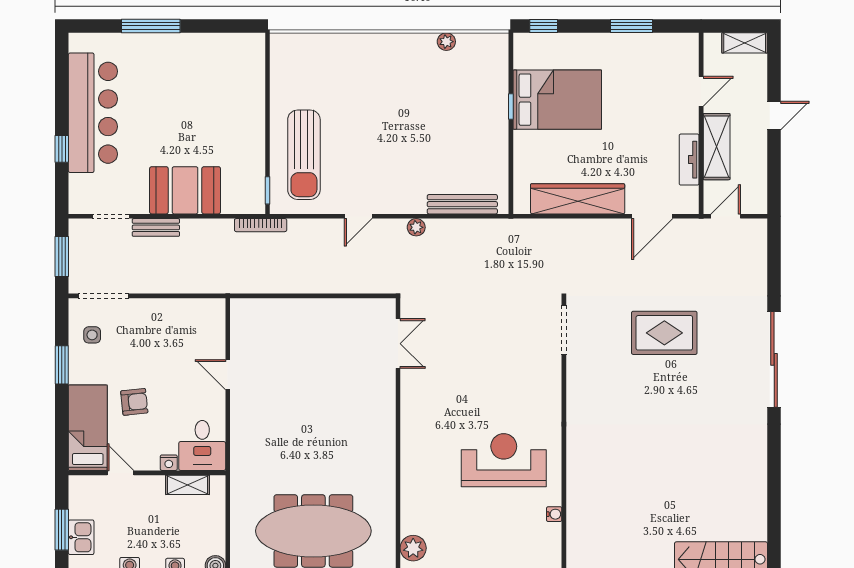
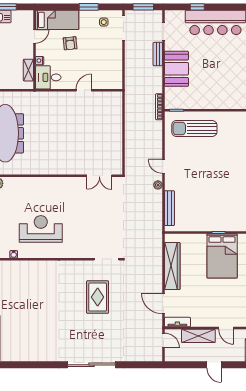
tv unit: (689, 160) -> (177, 322), moved
door: (358, 216) -> (163, 166), moved
rug: (664, 333) -> (98, 297), moved
reception desk: (504, 460) -> (41, 229), turned -90

